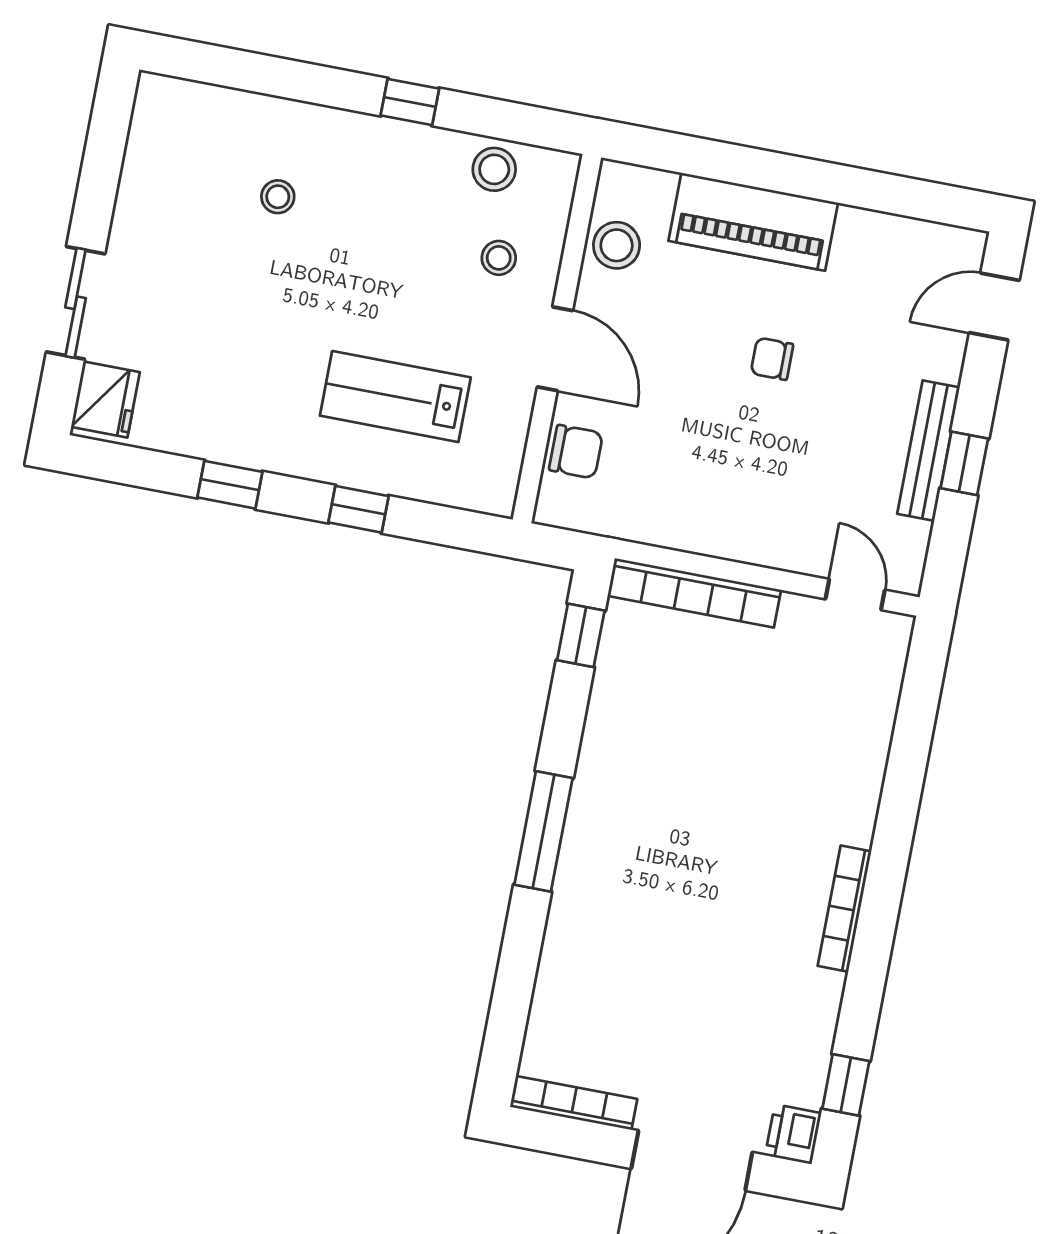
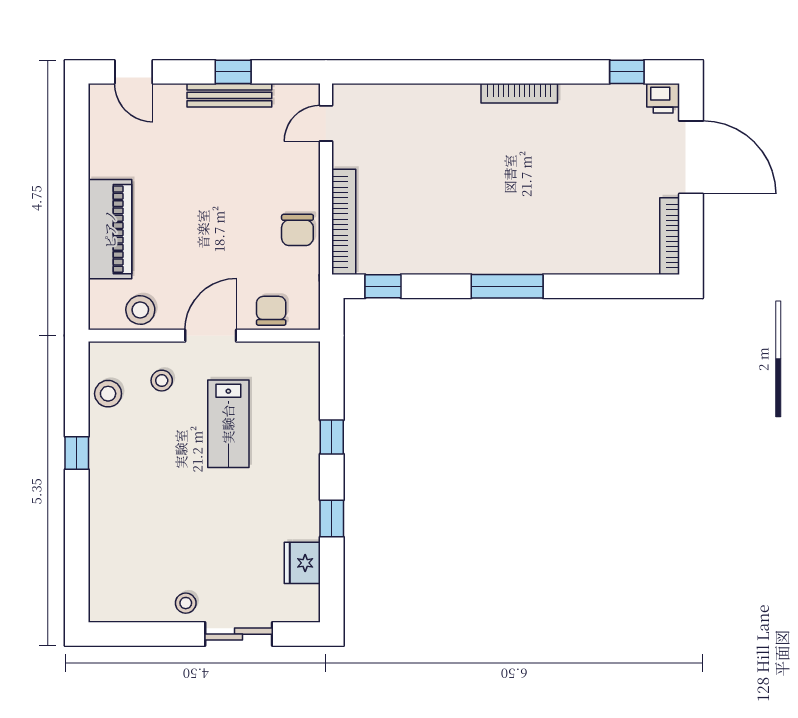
stool: (278, 197) -> (186, 603), moved
chair: (772, 359) -> (297, 230), moved, width x1.37, depth x1.37
lab bench: (395, 397) -> (228, 424), moved
fridge: (105, 399) -> (302, 563), moved, turned -90

